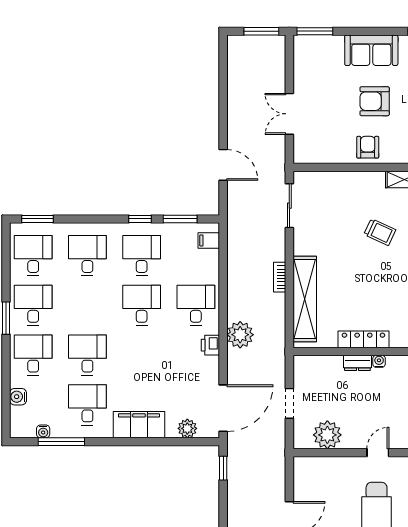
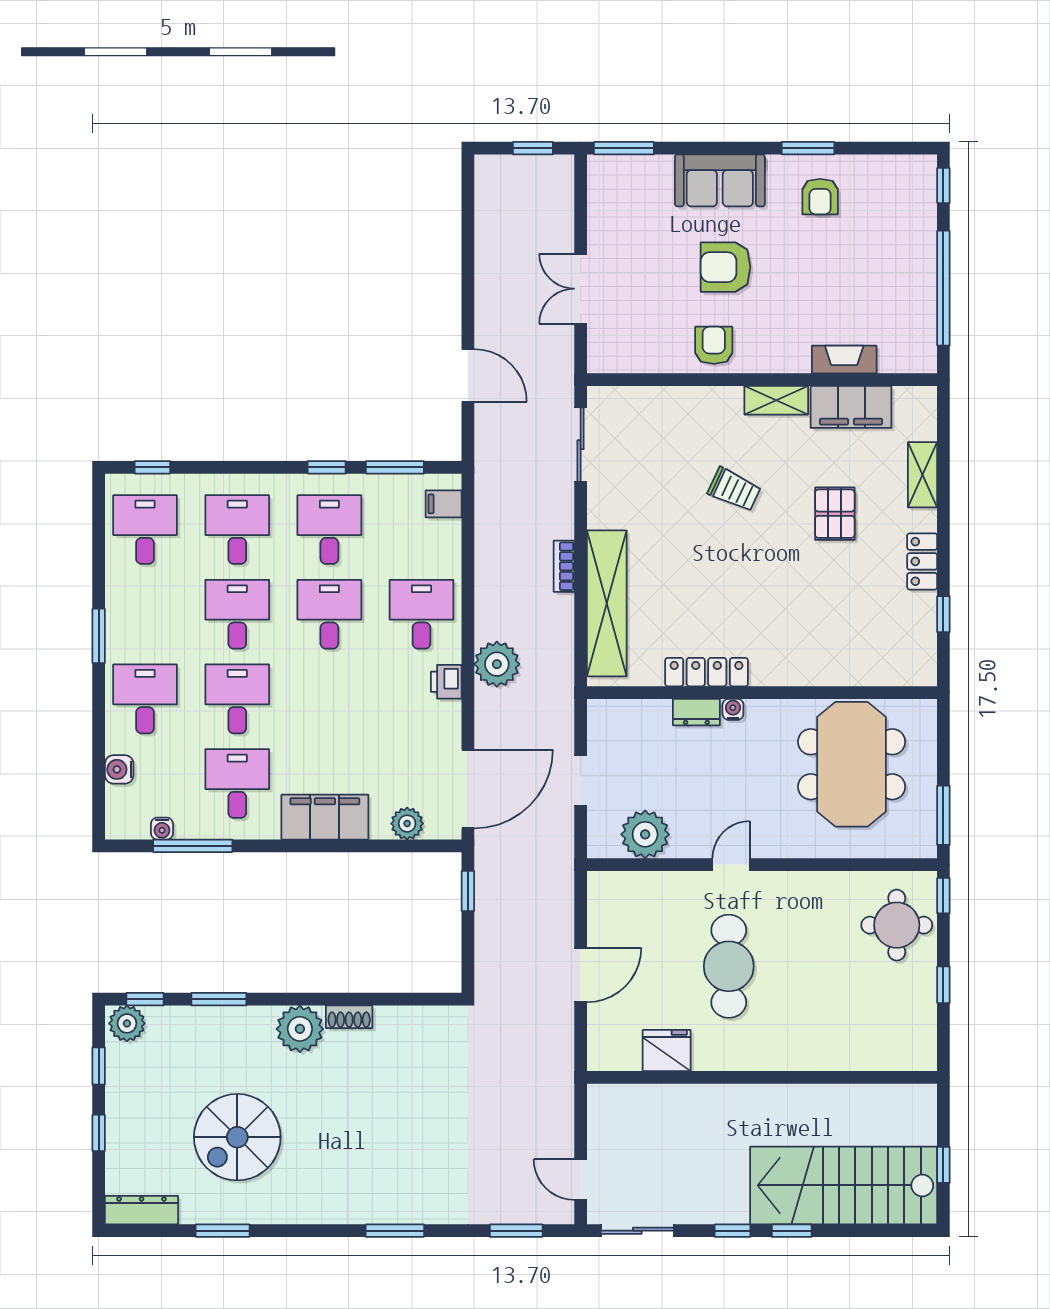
window: (261, 31) -> (533, 148), width x0.67
window: (38, 219) -> (152, 467), width x0.67
desk: (33, 305) -> (237, 614), moved

